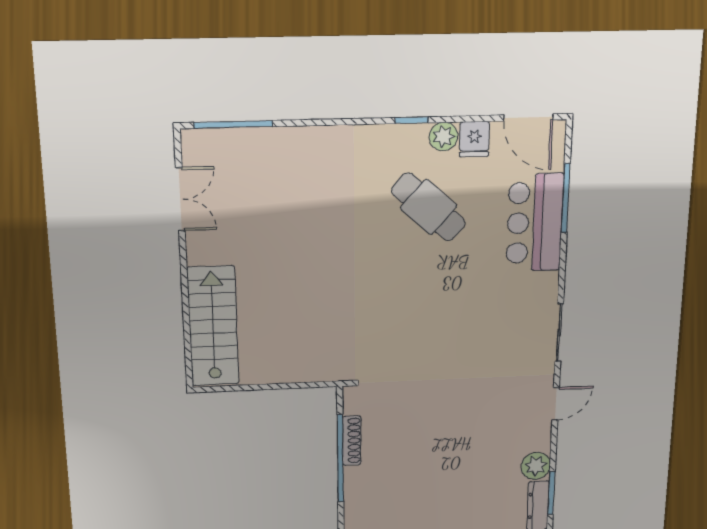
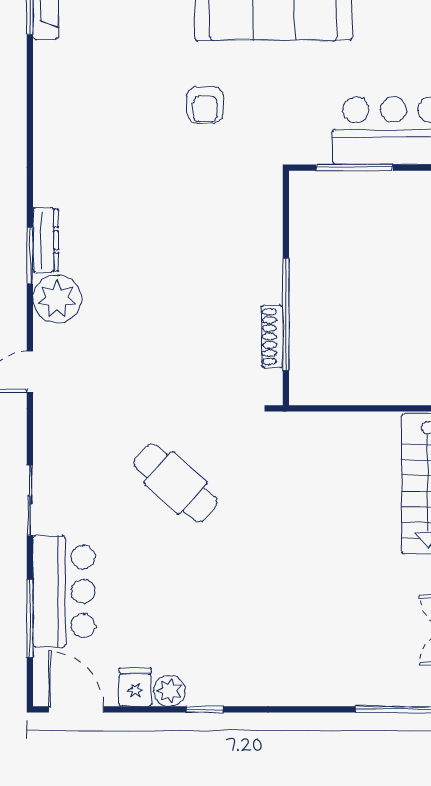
cafe table: (429, 207) -> (176, 483), moved
sliding door: (559, 333) -> (30, 500), moved
plant: (536, 466) -> (57, 299), width x1.36, depth x1.36

